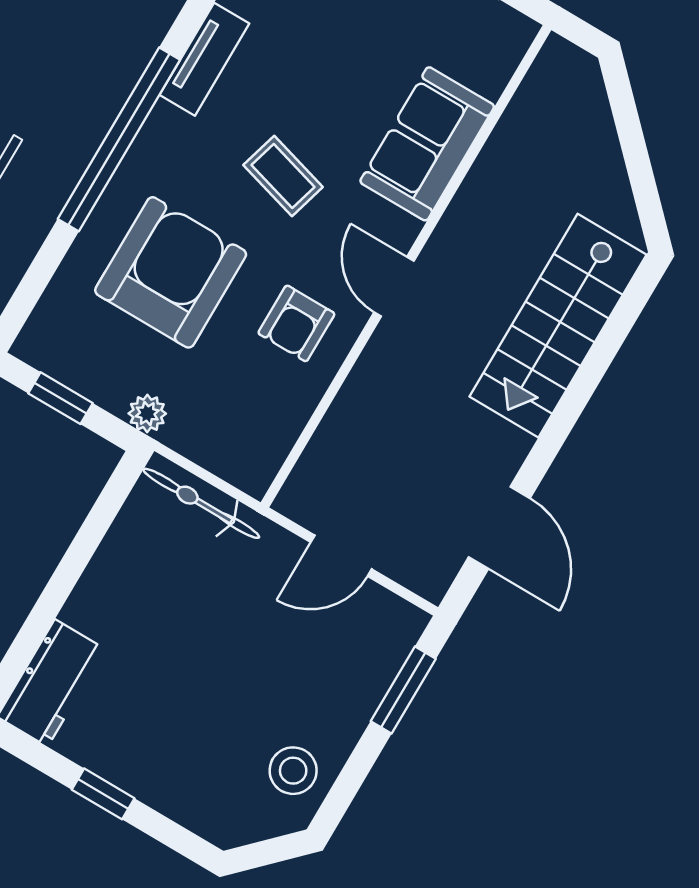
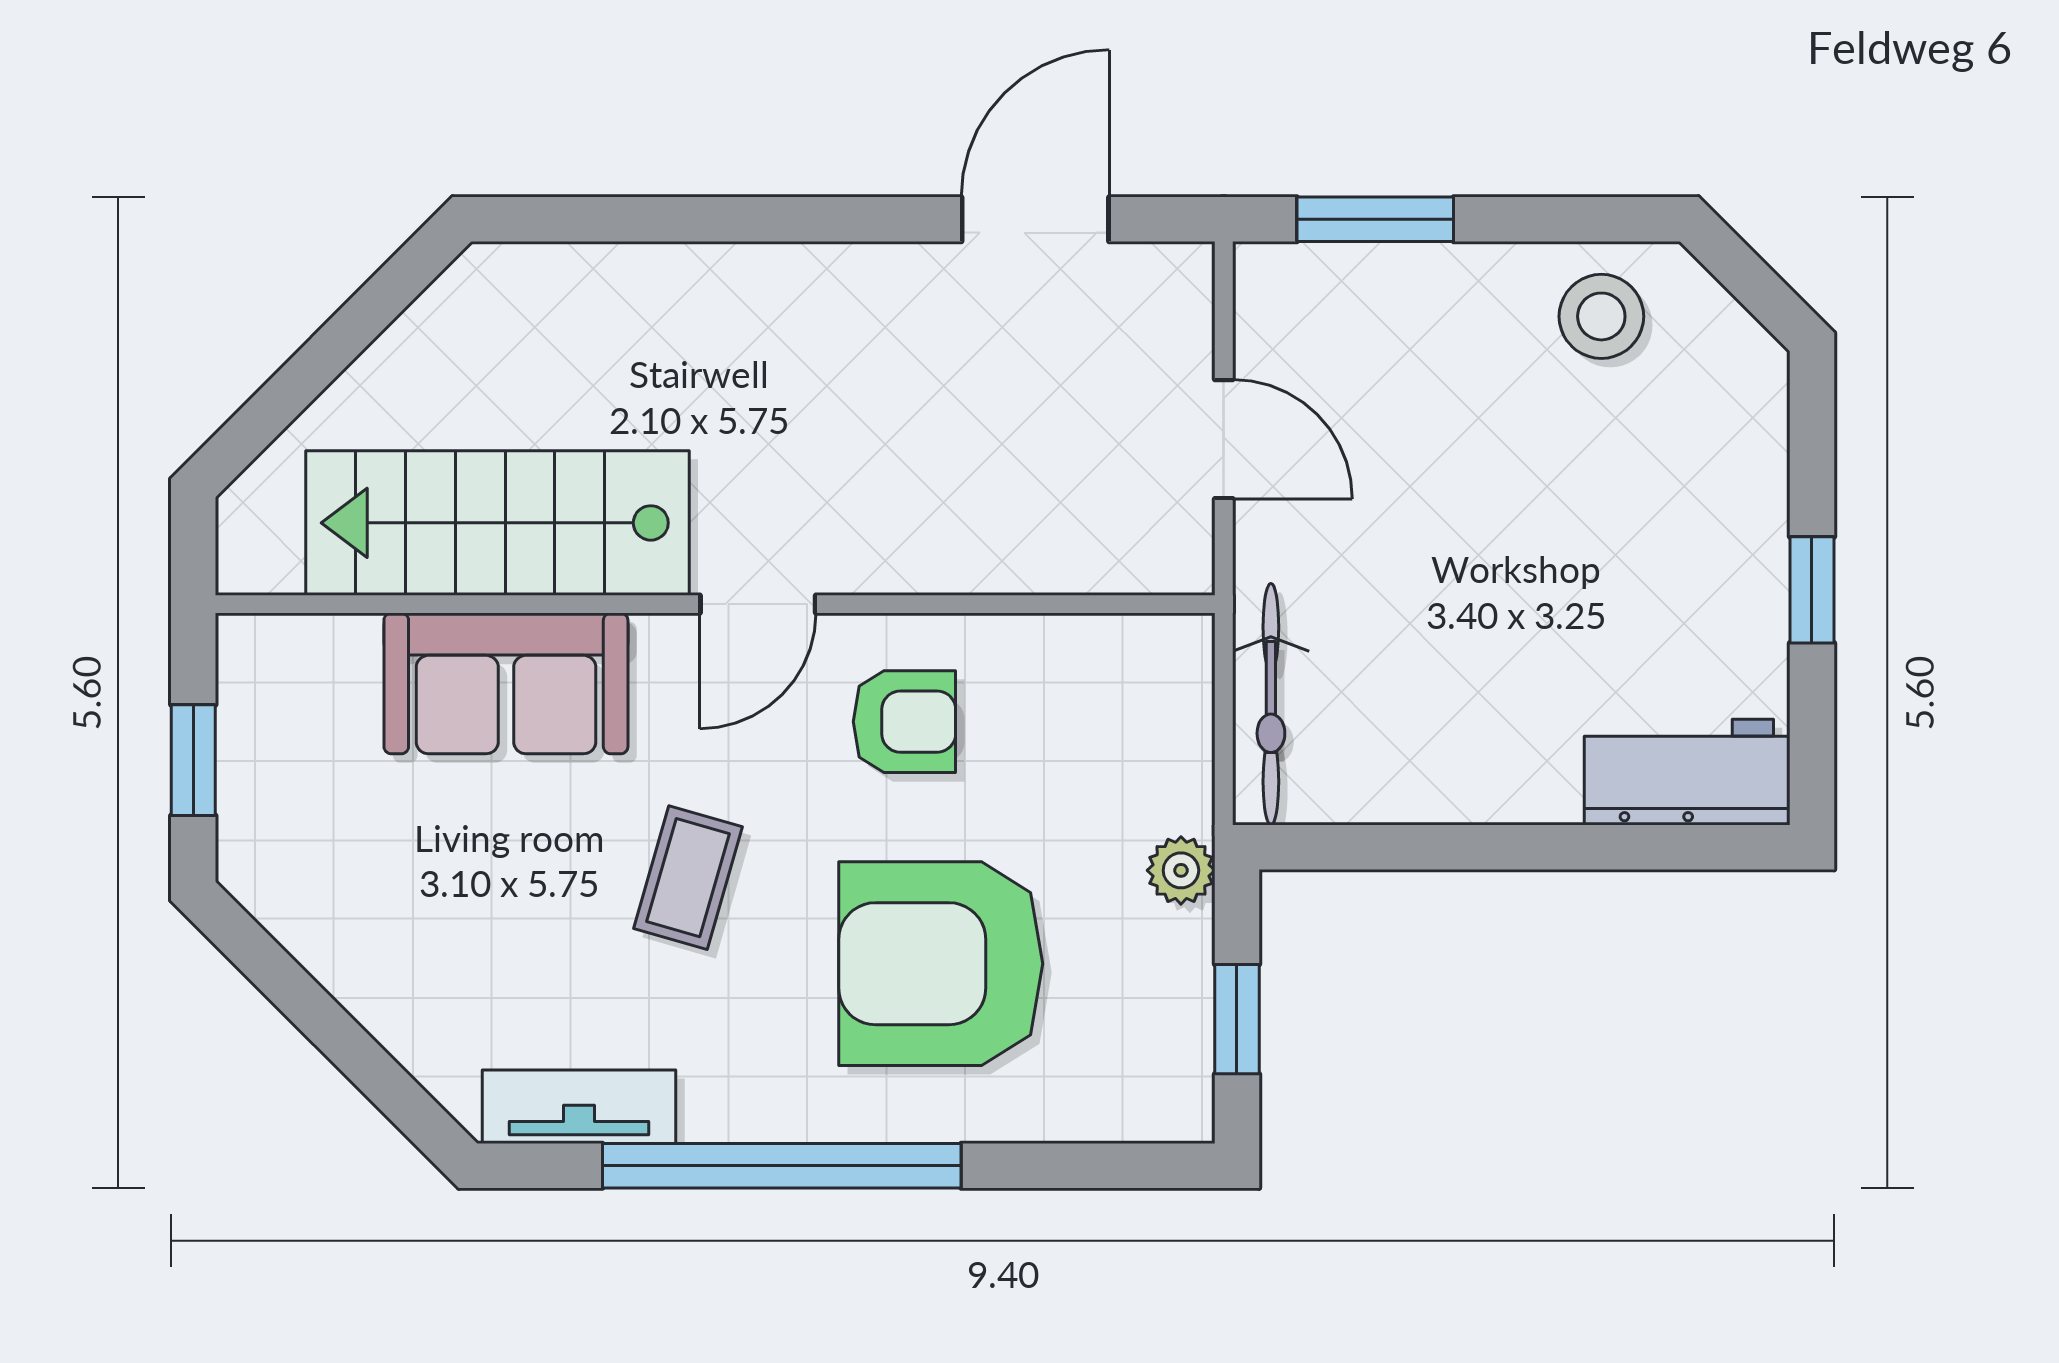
stairs: (558, 326) -> (497, 523), moved, turned 180

